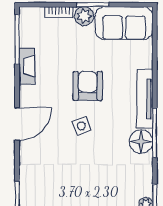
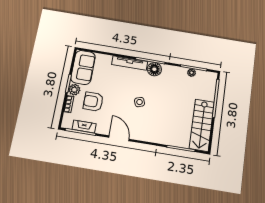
fireplace: (27, 66) -> (84, 126), moved
armchair: (88, 86) -> (93, 102), moved
door: (17, 124) -> (119, 138), moved

